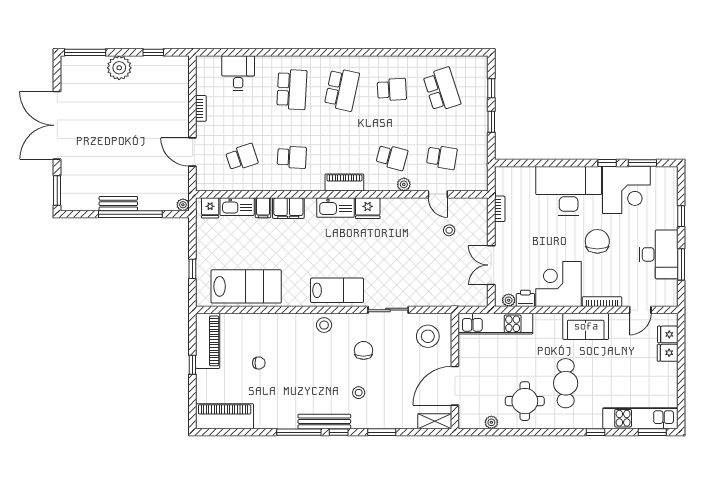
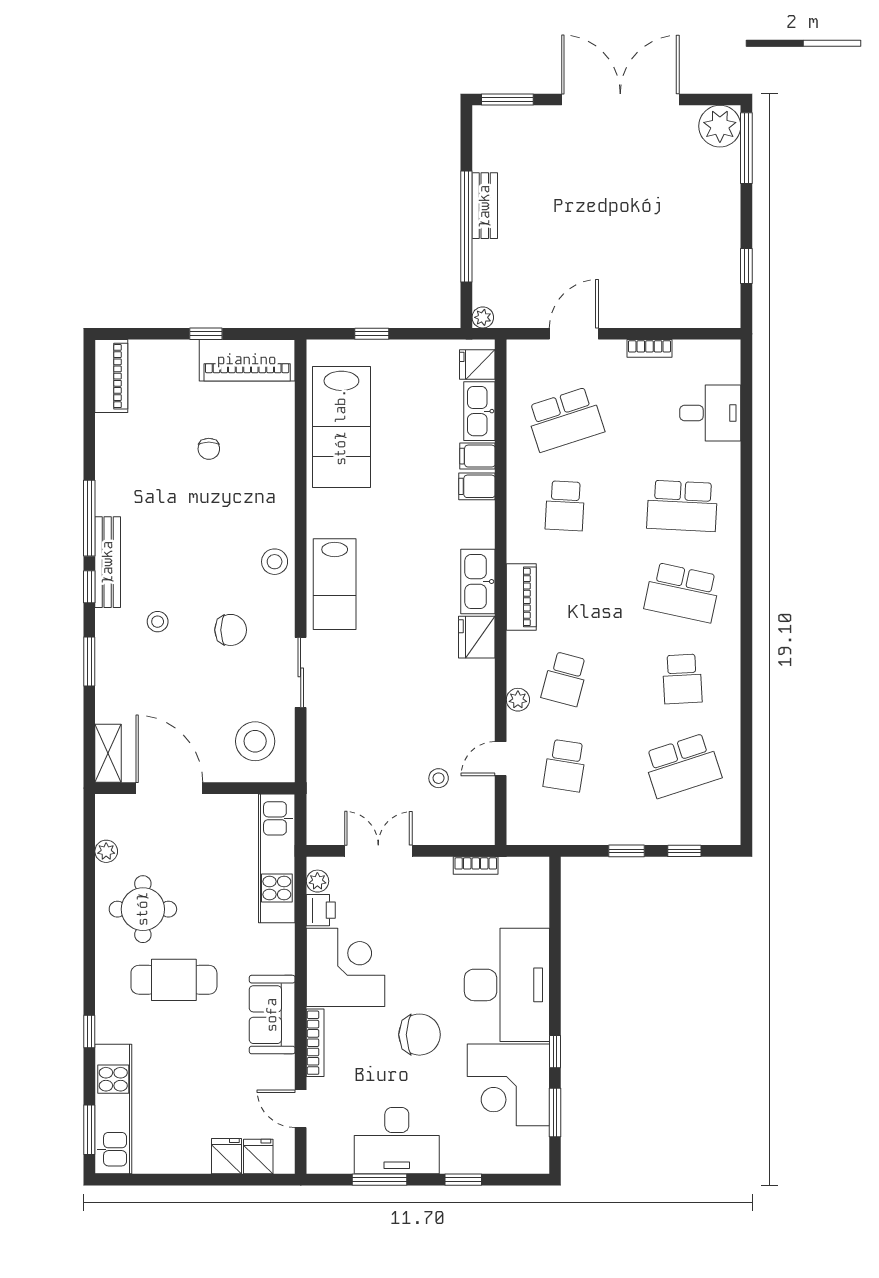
plant: (119, 68) -> (720, 126), moved
school desk: (242, 157) -> (565, 419), width x1.85
filing cabinet: (288, 208) -> (477, 486), width x0.50
piano: (225, 416) -> (111, 376), width x0.73, depth x0.75

